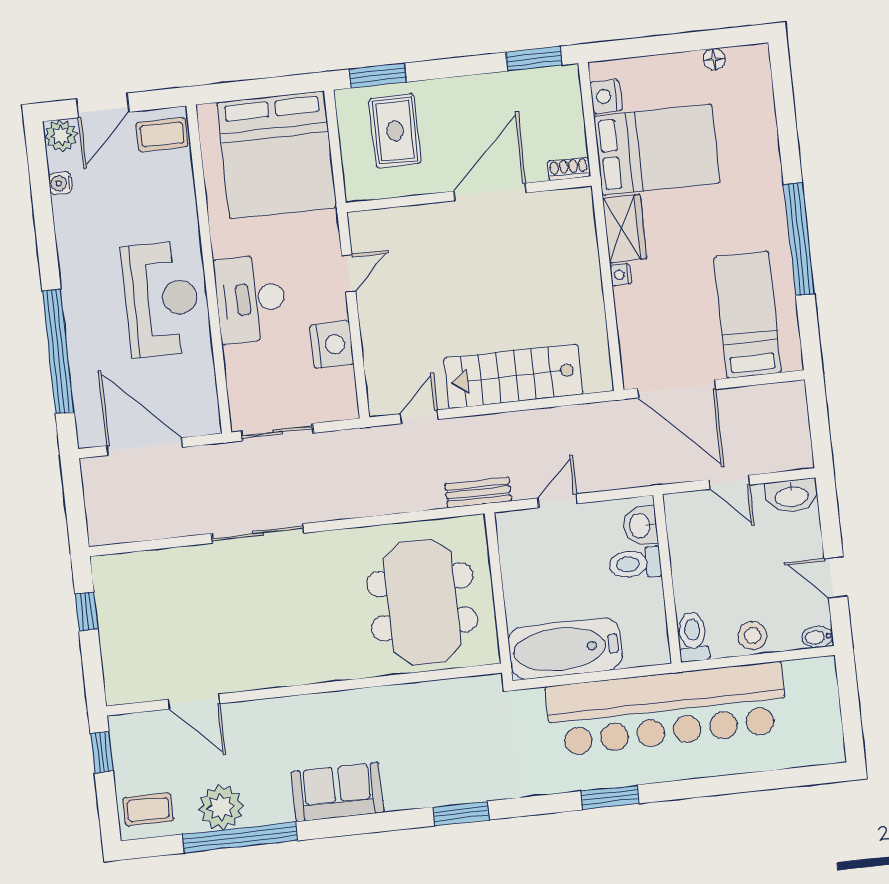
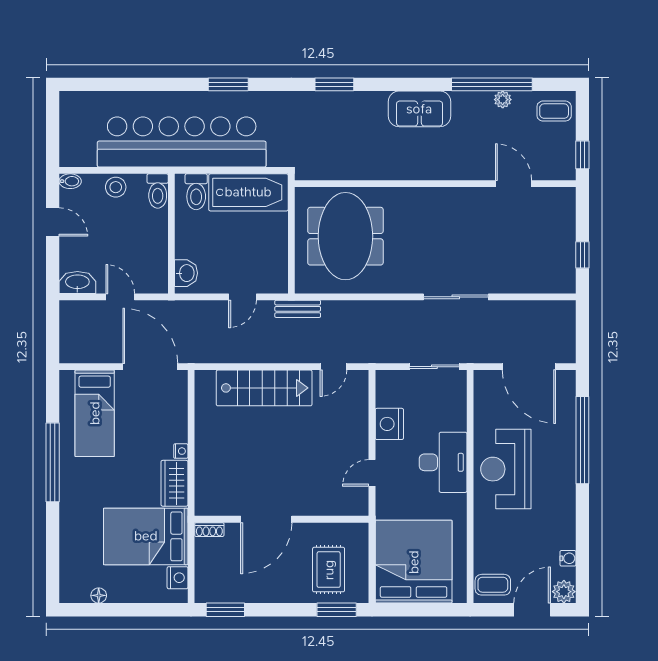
toilet: (635, 563) -> (196, 192), moved, turned 90
plant: (221, 807) -> (503, 100), width x0.53, depth x0.53

